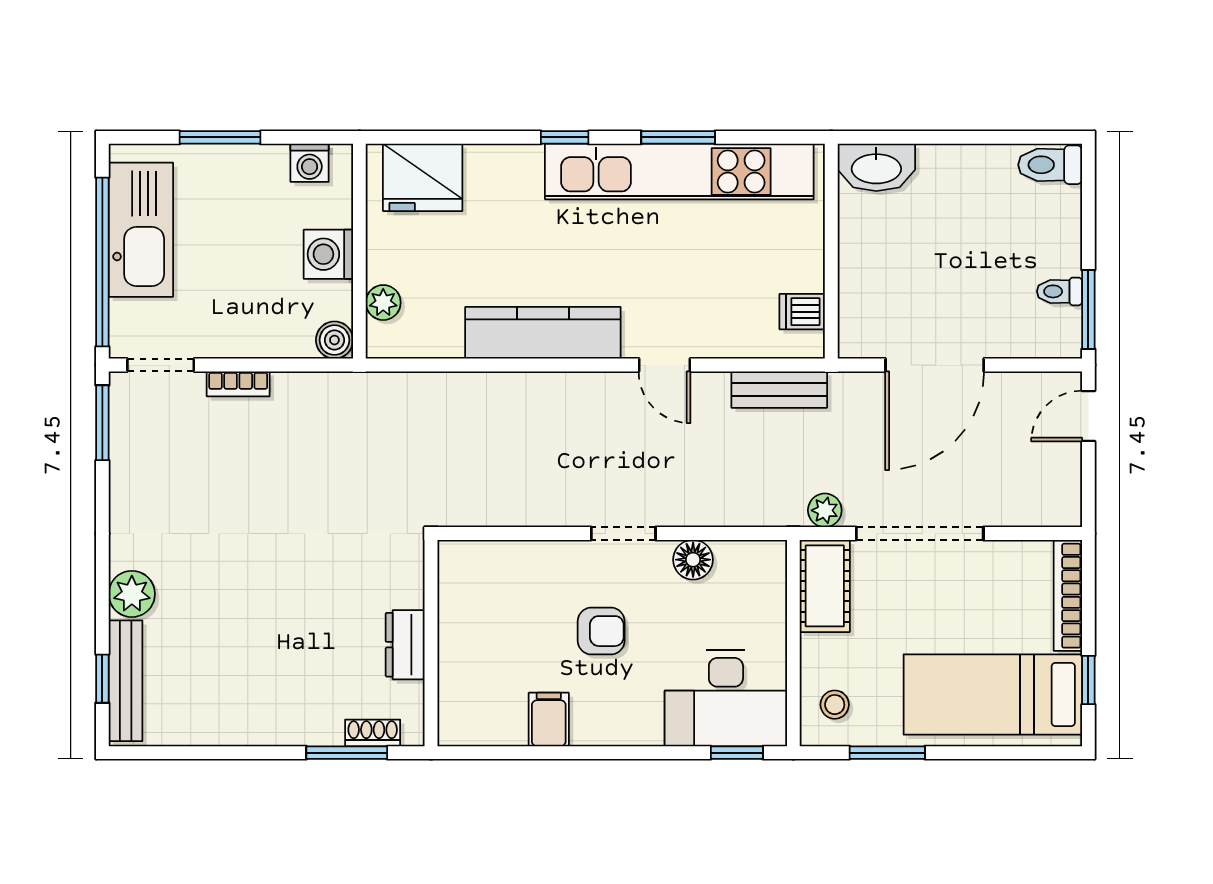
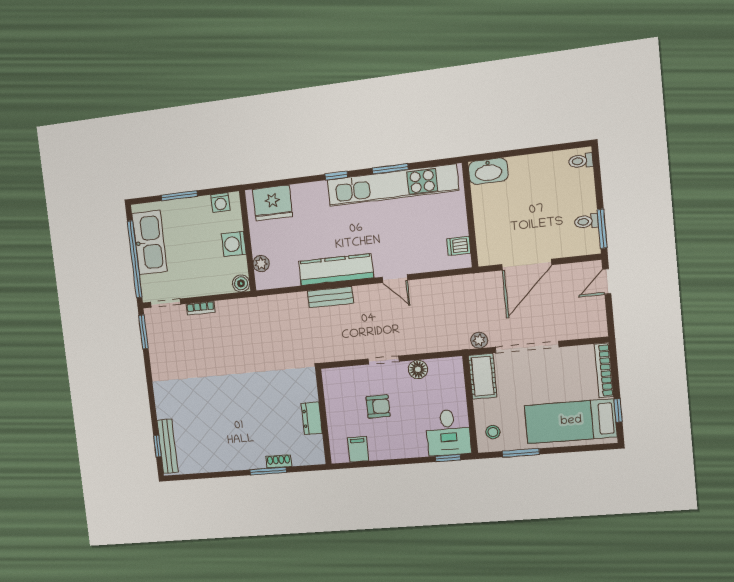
toilet: (1050, 165) -> (581, 161), width x0.73, depth x0.72
bench: (779, 390) -> (330, 297), moved
plant: (132, 594) -> (166, 407), removed
wall: (431, 643) -> (323, 417), moved
dresser: (405, 645) -> (312, 418), moved
desk: (726, 698) -> (448, 432), width x0.73

